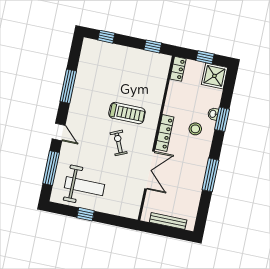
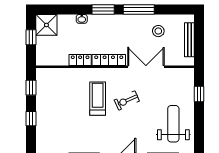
window: (106, 37) -> (31, 119), moved
locker: (178, 69) -> (80, 60), moved
window: (222, 119) -> (103, 10), moved
stool: (195, 129) -> (158, 31), moved
window: (85, 214) -> (199, 94), moved

